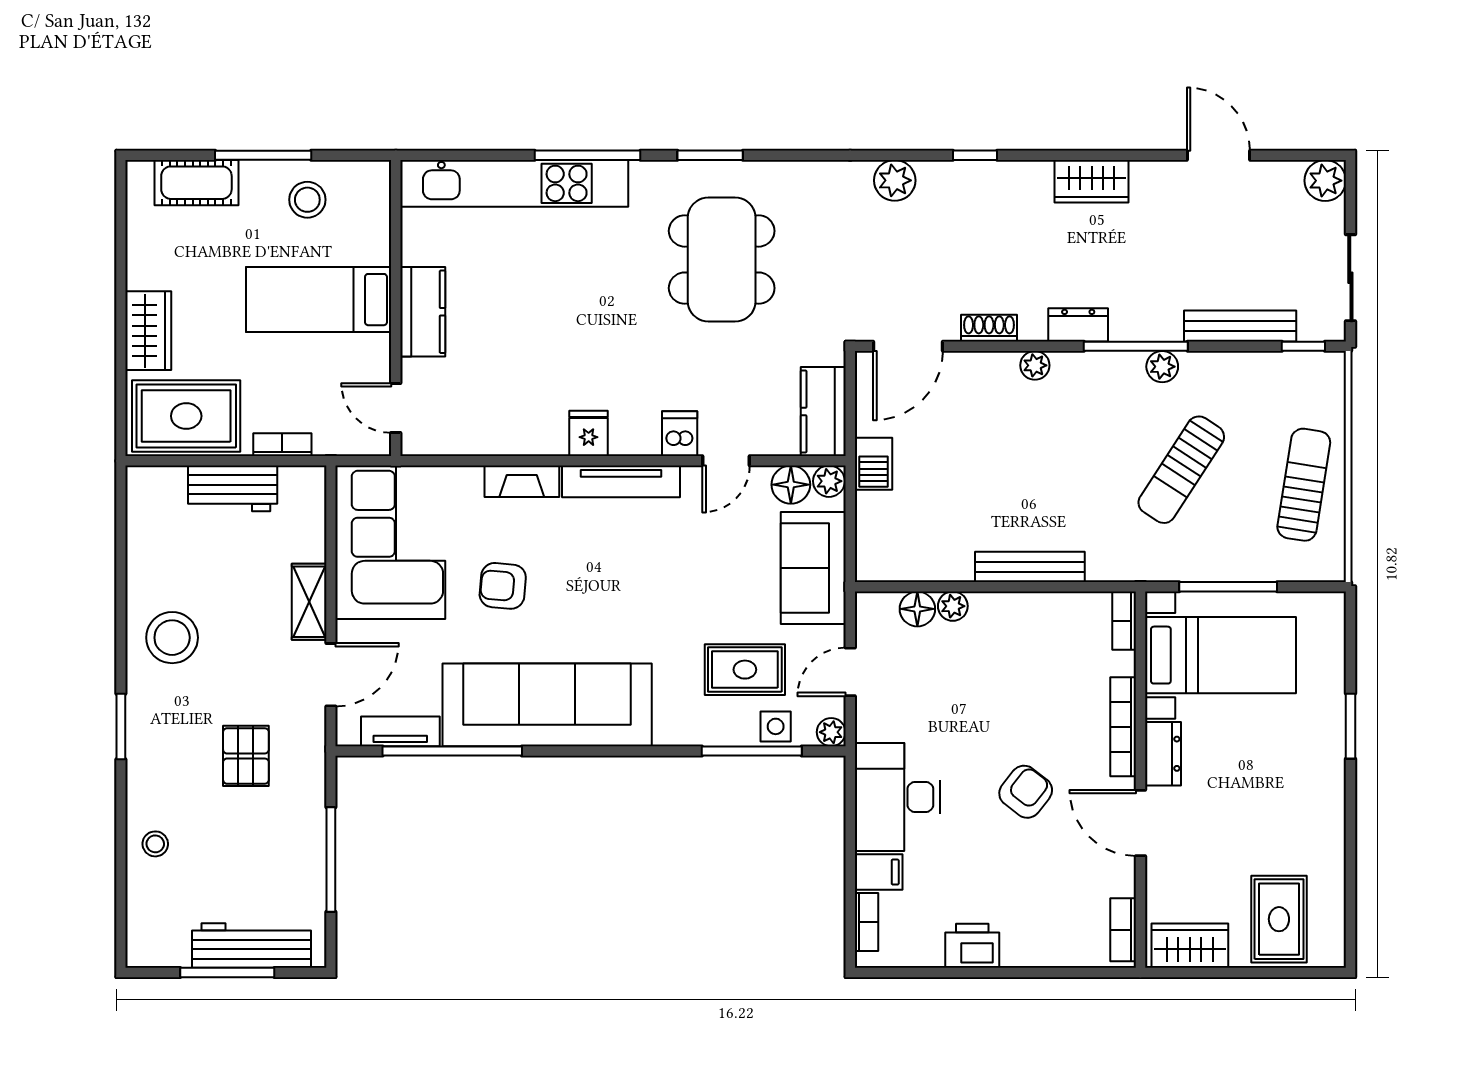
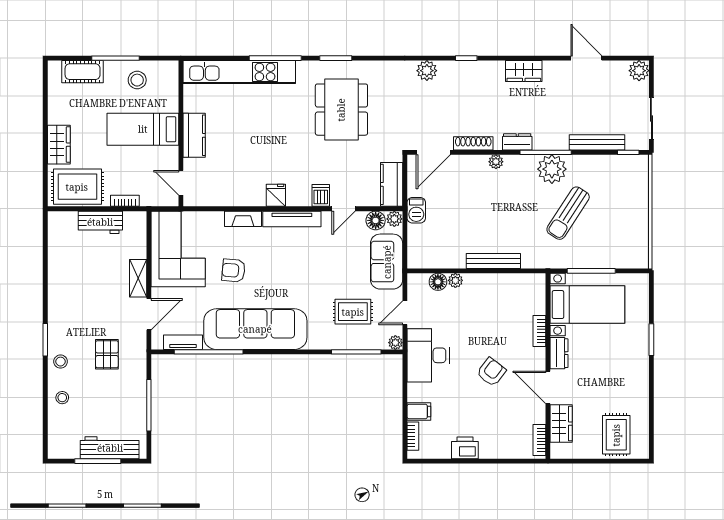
shoe rack: (989, 328) -> (473, 143), width x1.43
plant: (1162, 367) -> (552, 169), width x1.88, depth x1.88
sun lounger: (1304, 485) -> (628, 221), removed
bookcase: (1124, 621) -> (540, 288), removed
stool: (172, 638) -> (61, 362), moved, width x0.53, depth x0.53
side table: (776, 726) -> (368, 340), removed
bookcase: (1123, 727) -> (539, 331), width x0.64
desk: (897, 797) -> (428, 355), moved
wardrobe: (1190, 946) -> (561, 424), moved, turned 90

